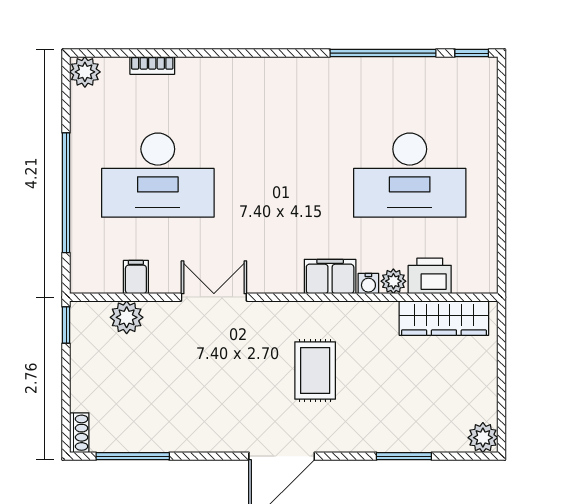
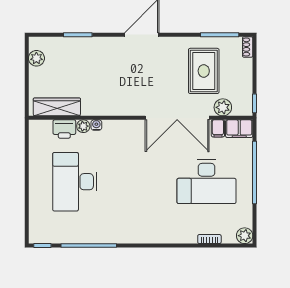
desk: (158, 175) -> (207, 182), turned 180
desk: (410, 175) -> (75, 182), turned -90
filing cabinet: (330, 277) -> (239, 129), moved
double door: (214, 297) -> (177, 118), width x1.87
rug: (315, 370) -> (204, 71), moved, width x1.36, depth x1.43
plant: (483, 438) -> (36, 58), moved

